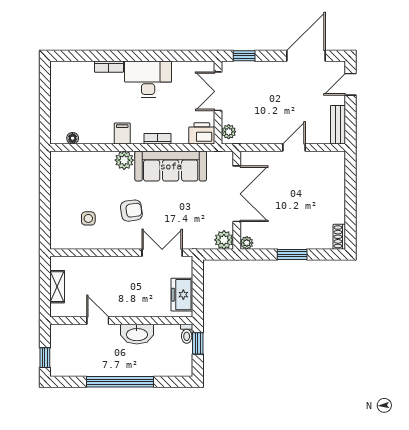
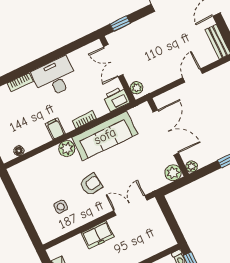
freezer: (182, 295) -> (98, 235), moved, turned -90

